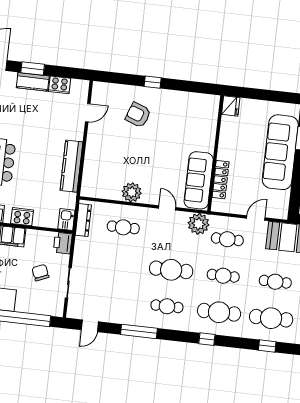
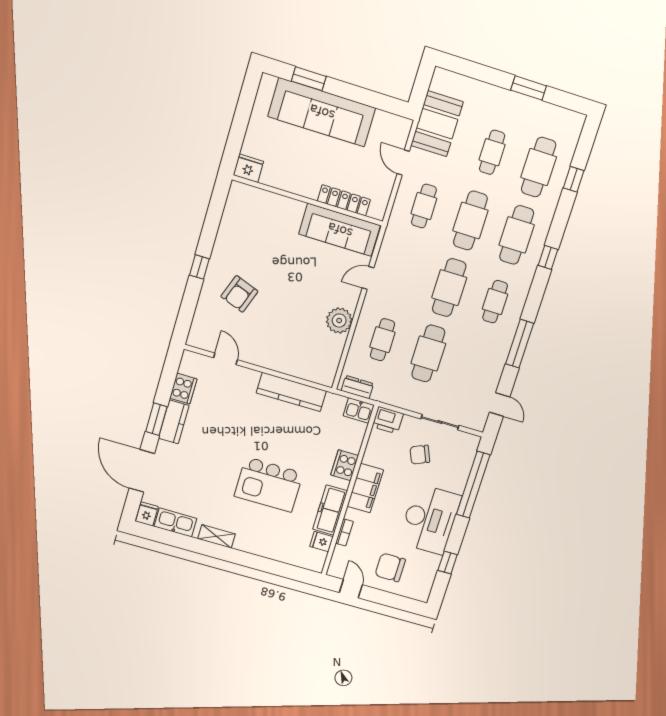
dresser: (83, 220) -> (357, 387), width x0.70
plant: (198, 224) -> (397, 241), removed
cafe table: (119, 264) -> (428, 353), added
cafe table: (223, 276) -> (470, 221), width x1.37, depth x1.35

